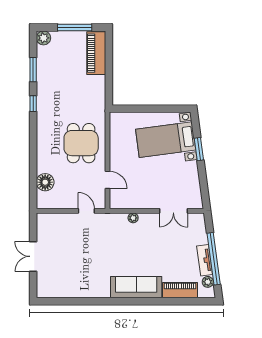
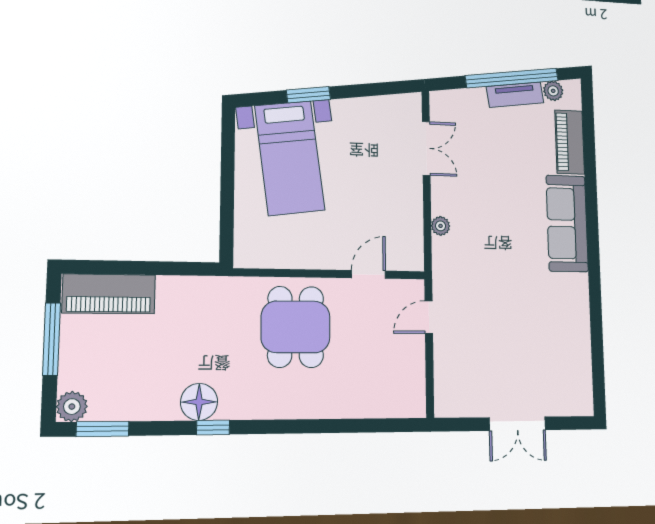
window: (33, 70) -> (103, 429), moved
dining table: (81, 143) -> (296, 327), turned 90
floor lamp: (45, 182) -> (199, 402), moved

